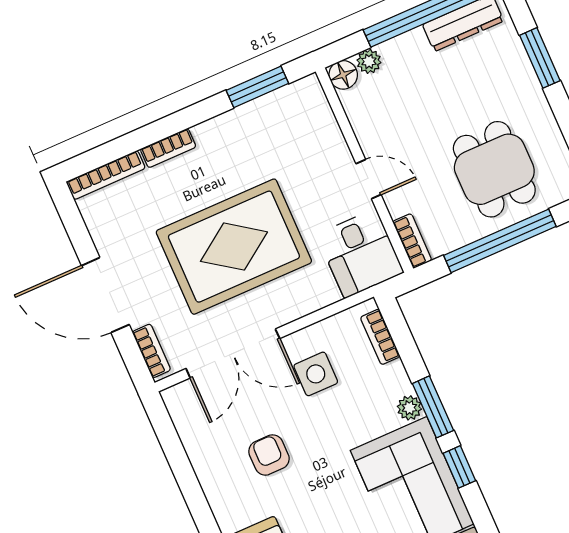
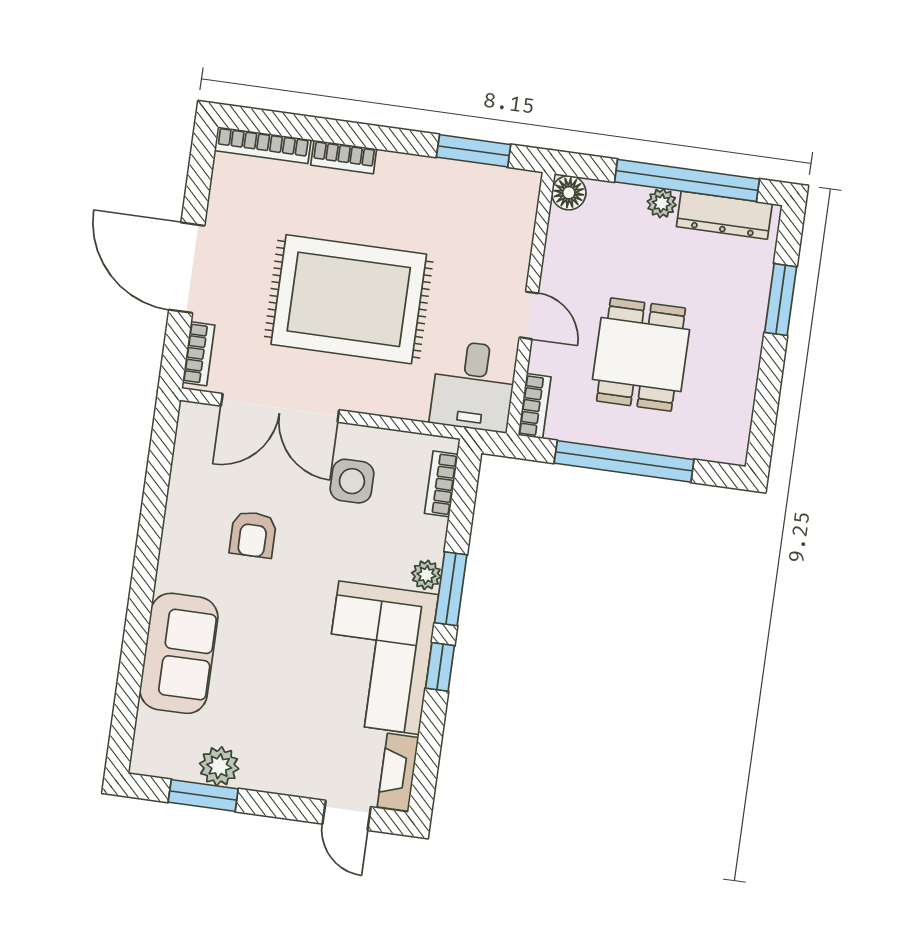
plant: (369, 61) -> (662, 203), moved
dining table: (494, 169) -> (641, 355), moved
armchair: (269, 455) -> (253, 534), turned 180

